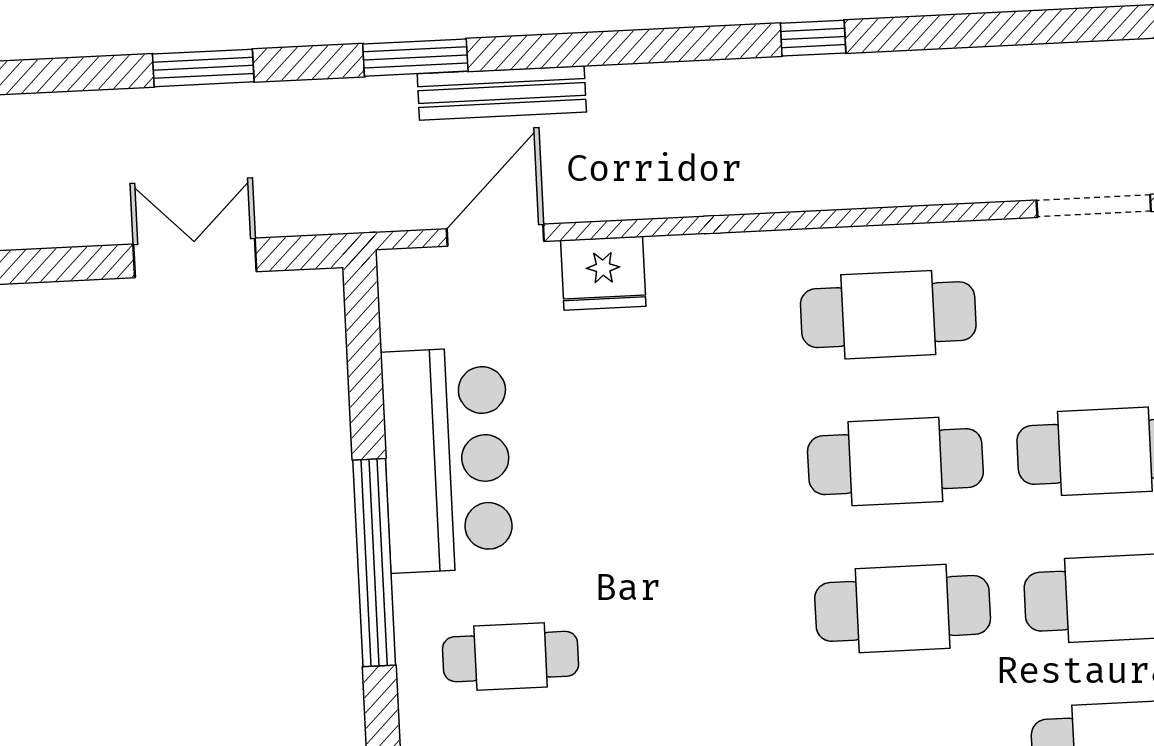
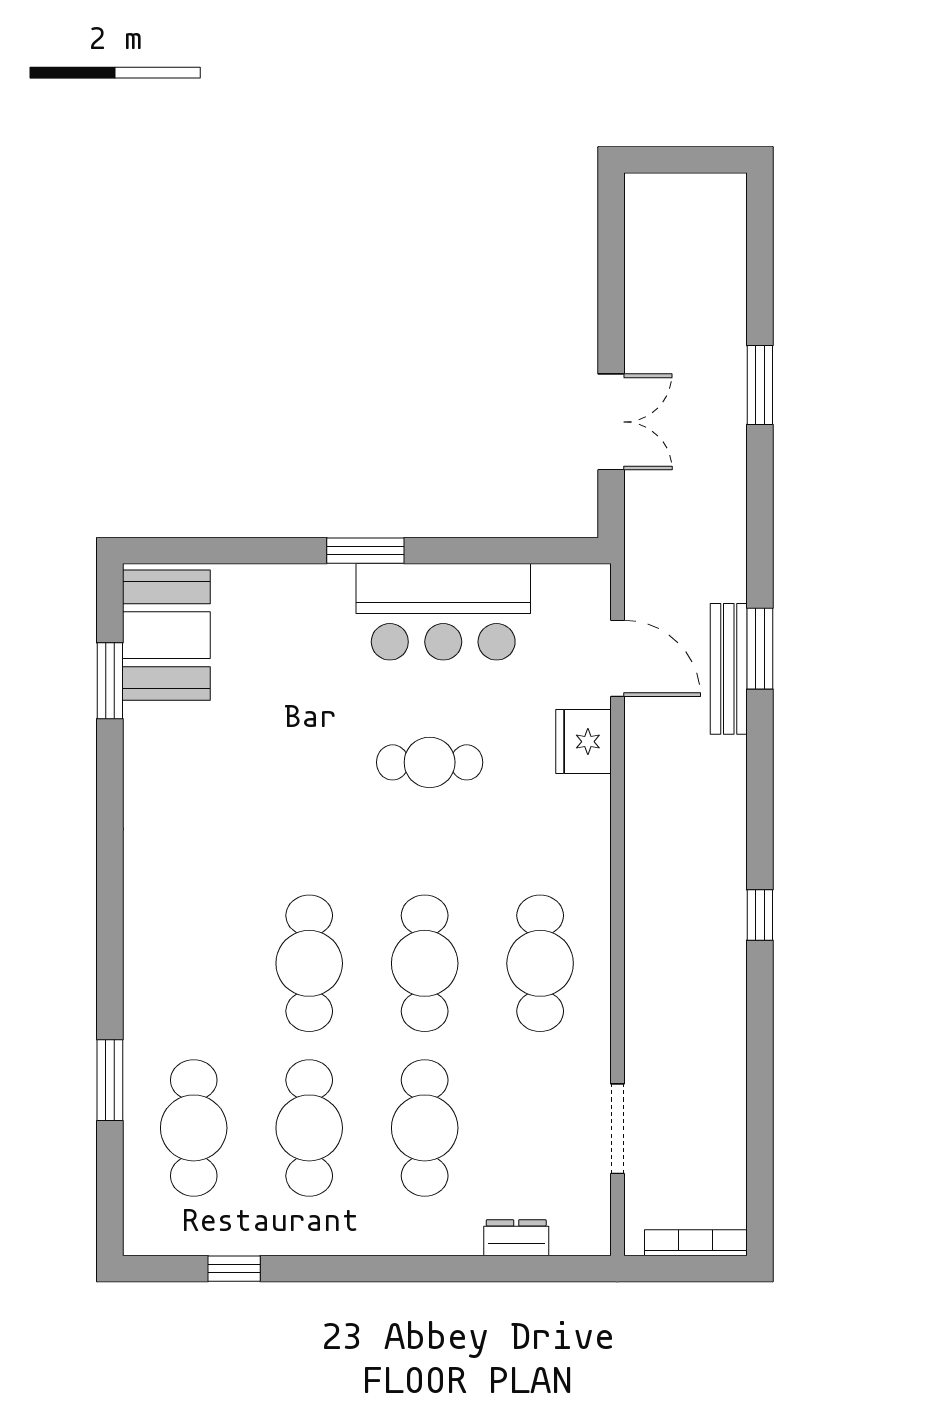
window: (415, 58) -> (760, 649), moved
window: (203, 68) -> (760, 385), moved
window: (374, 563) -> (365, 551), width x0.47
cafe table: (511, 657) -> (430, 762), moved, turned 90

